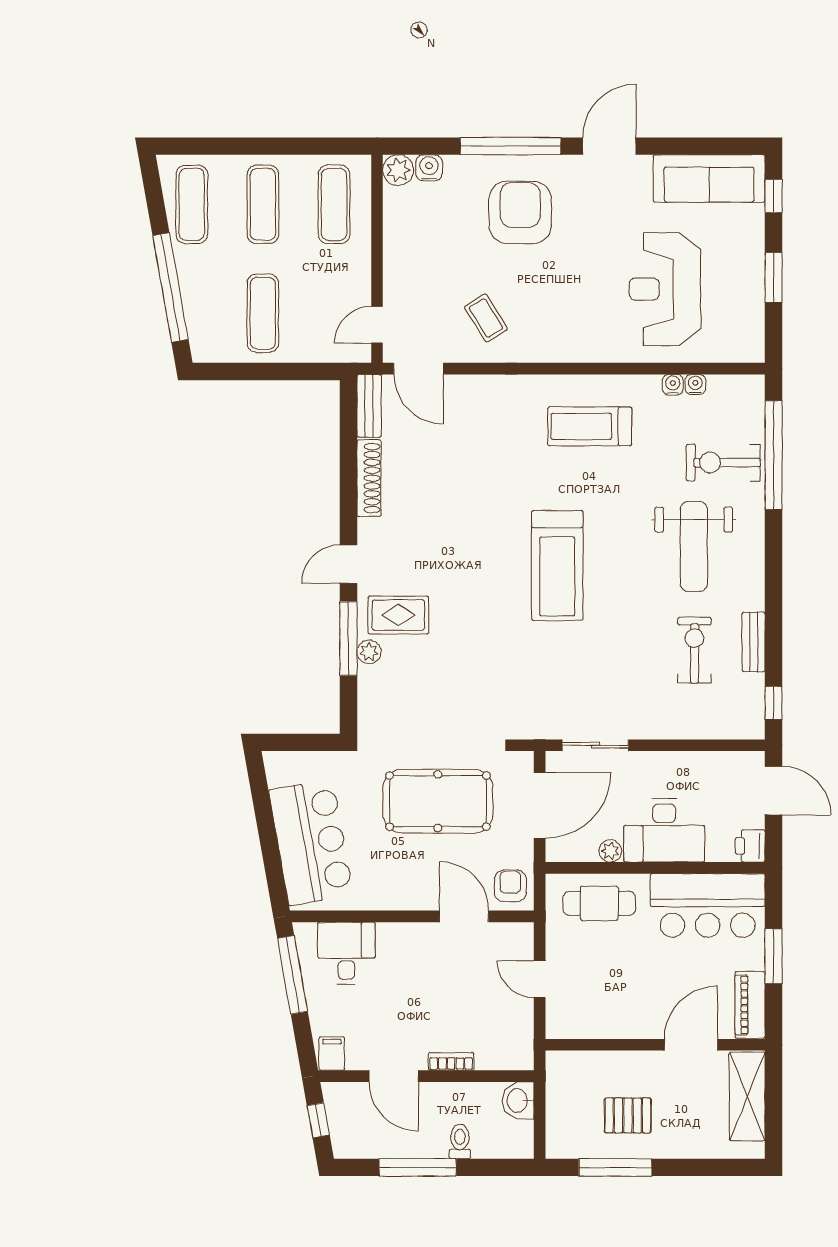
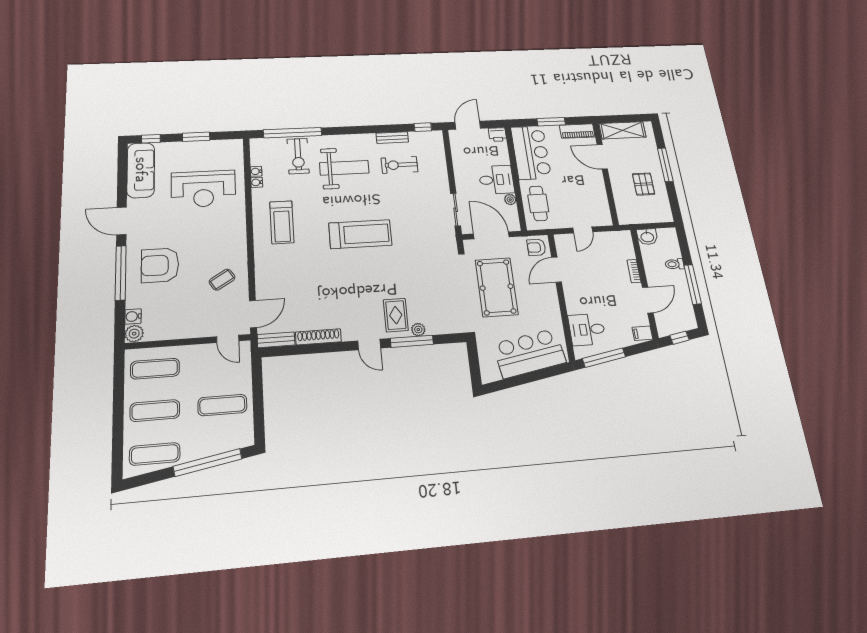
desk: (664, 830) -> (496, 180), width x0.73
window: (615, 1167) -> (665, 165), moved

